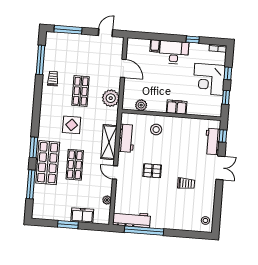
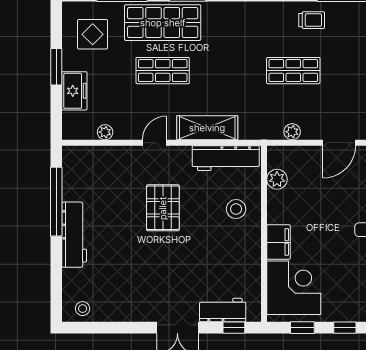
corner desk: (209, 79) -> (294, 288), moved, turned 90
plant: (111, 98) -> (292, 132), width x0.53, depth x0.53
display table: (72, 125) -> (93, 34), moved
workbench: (126, 138) -> (226, 158), width x1.38
pallet: (152, 171) -> (163, 208), width x1.50, depth x1.42
trolley: (186, 183) -> (145, 269), removed
workbench: (132, 219) -> (74, 235), moved

